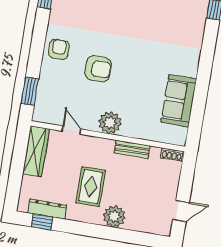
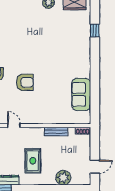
plant: (110, 123) -> (38, 116), removed
plant: (114, 216) -> (63, 178), moved

